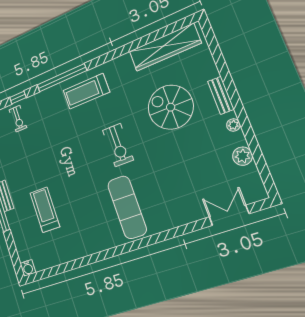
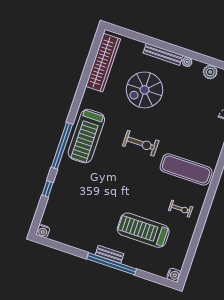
treadmill: (86, 91) -> (86, 136), width x1.37, depth x1.38
bench: (221, 95) -> (163, 54), width x1.36
exercise bike: (18, 119) -> (181, 209), moved
treadmill: (45, 210) -> (143, 230), width x1.37, depth x1.38

